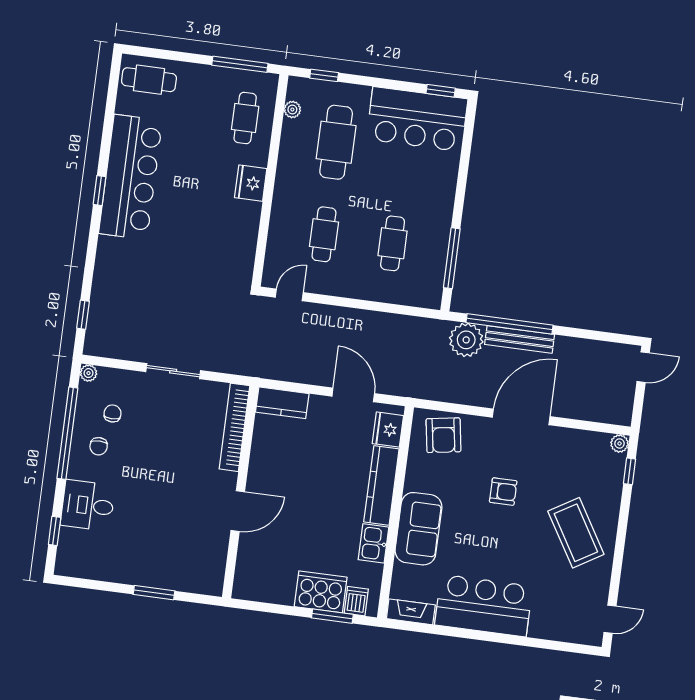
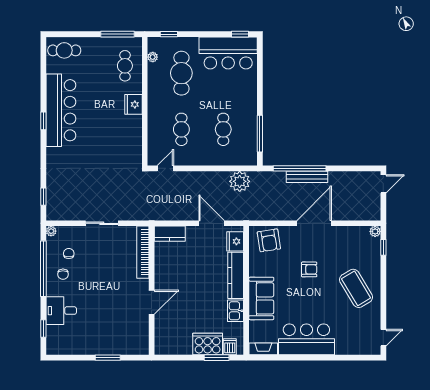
plant: (466, 340) -> (240, 181), moved

